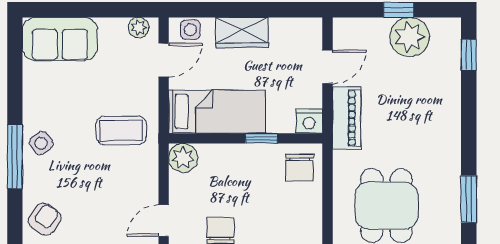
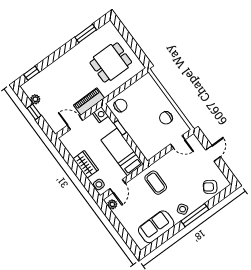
plant: (410, 37) -> (35, 99), width x0.53, depth x0.53
sofa: (60, 39) -> (156, 227), moved, turned -90
door: (164, 60) -> (118, 186), swing flipped
plant: (183, 158) -> (149, 152), removed

